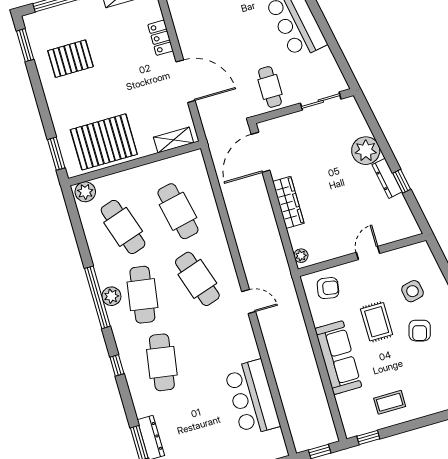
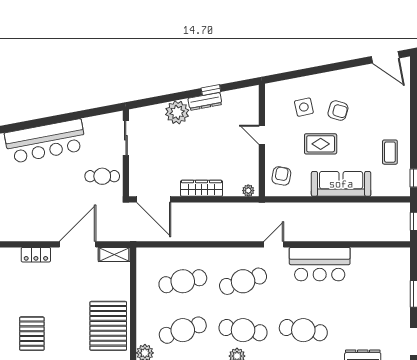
shelving: (174, 140) -> (114, 254), moved, turned 90
bar counter: (252, 398) -> (320, 264), moved

